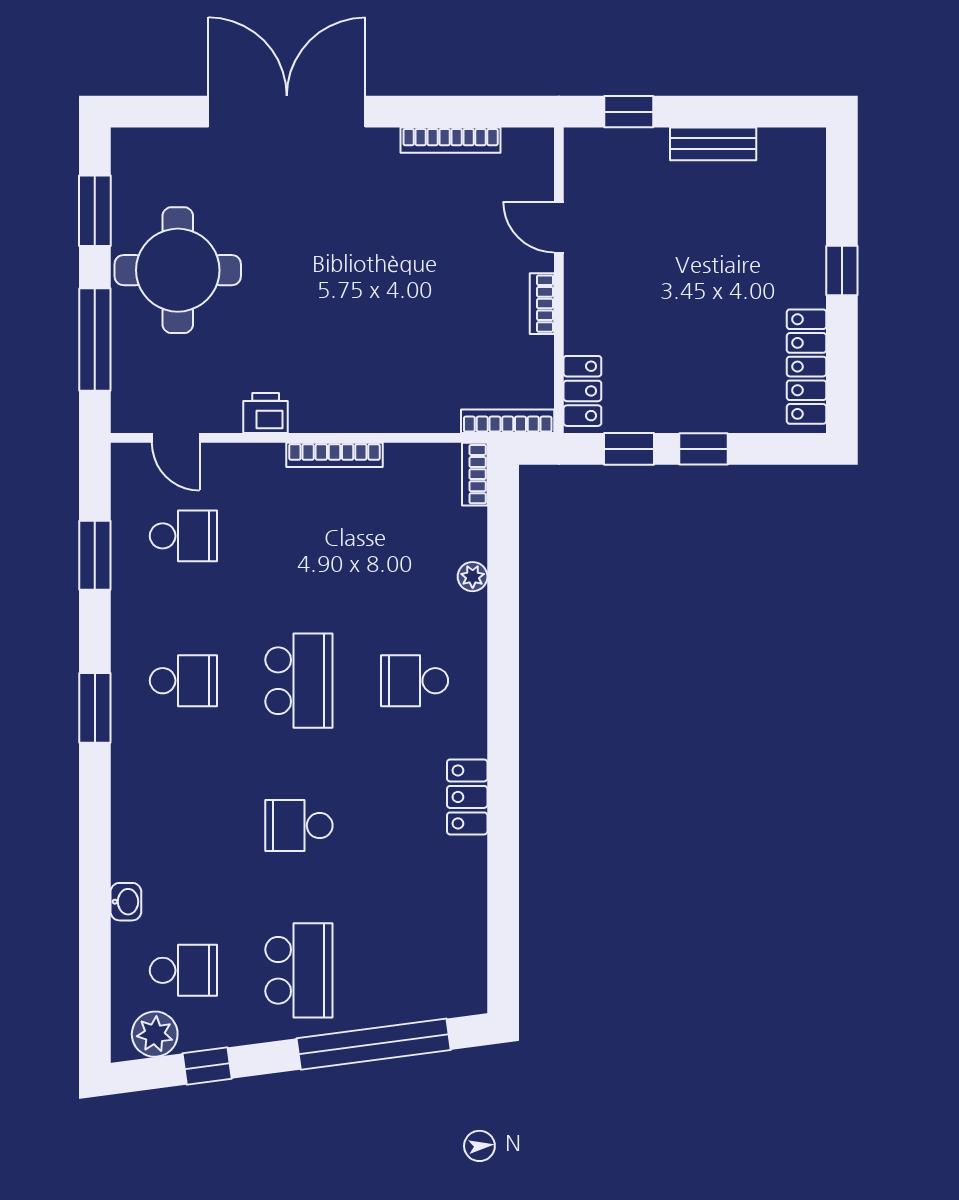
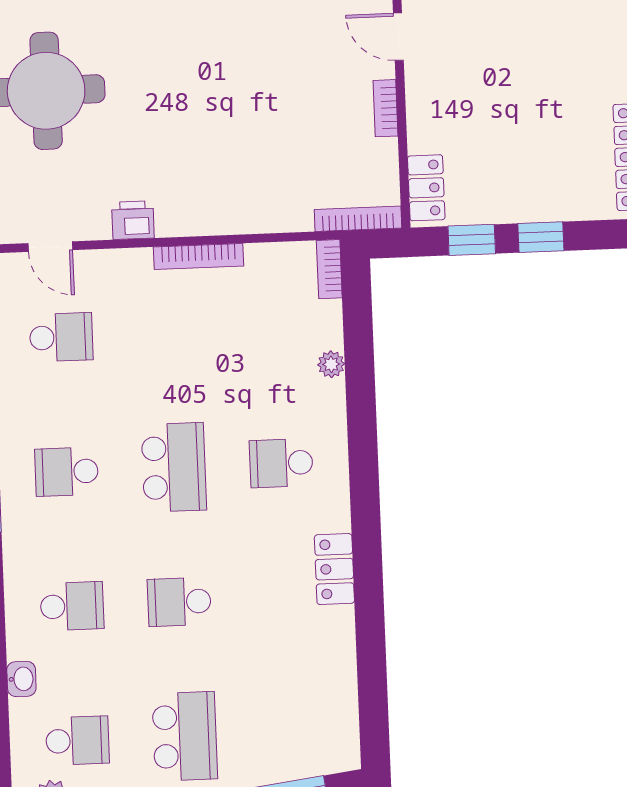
school desk: (183, 681) -> (67, 472), turned 180
school desk: (183, 826) -> (72, 606), added

